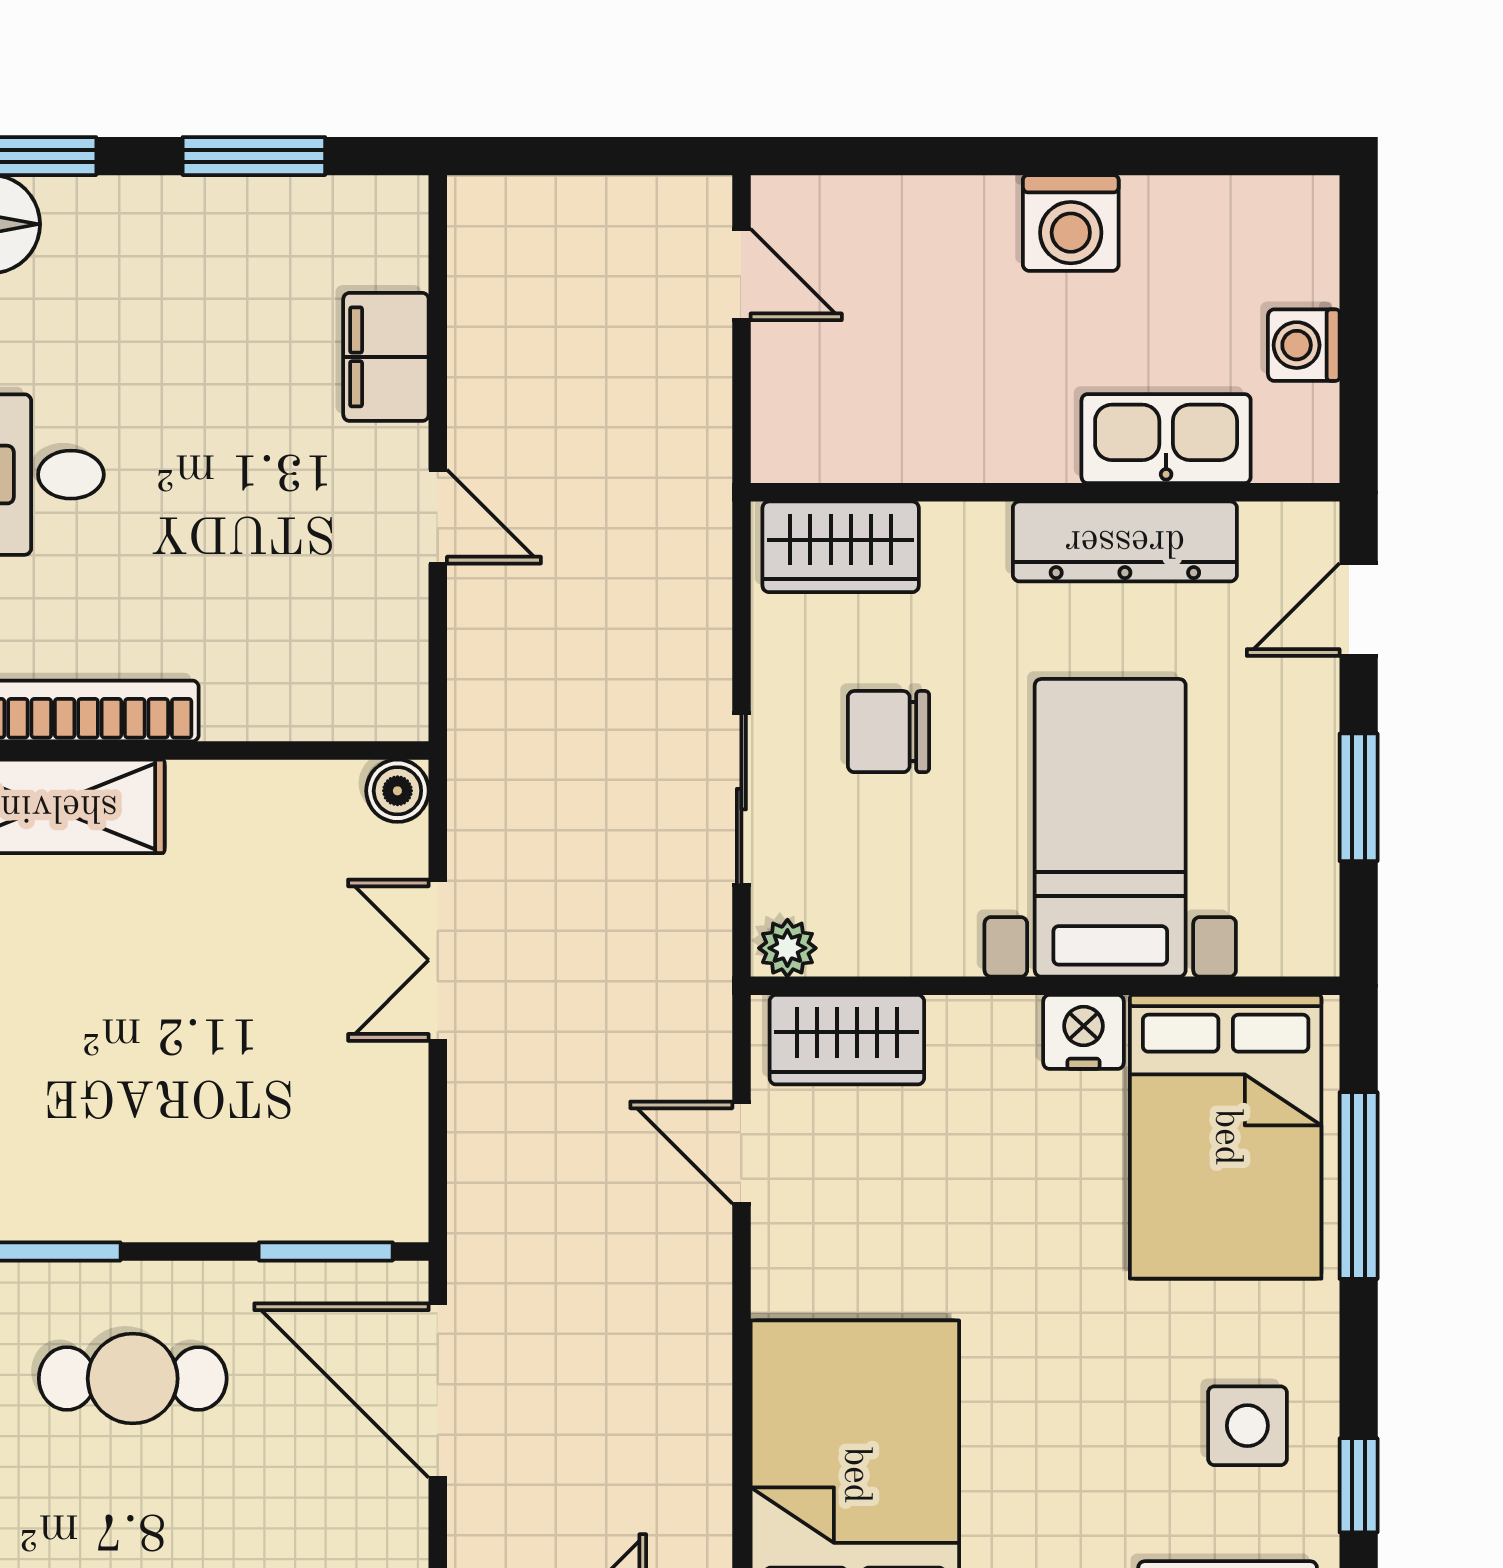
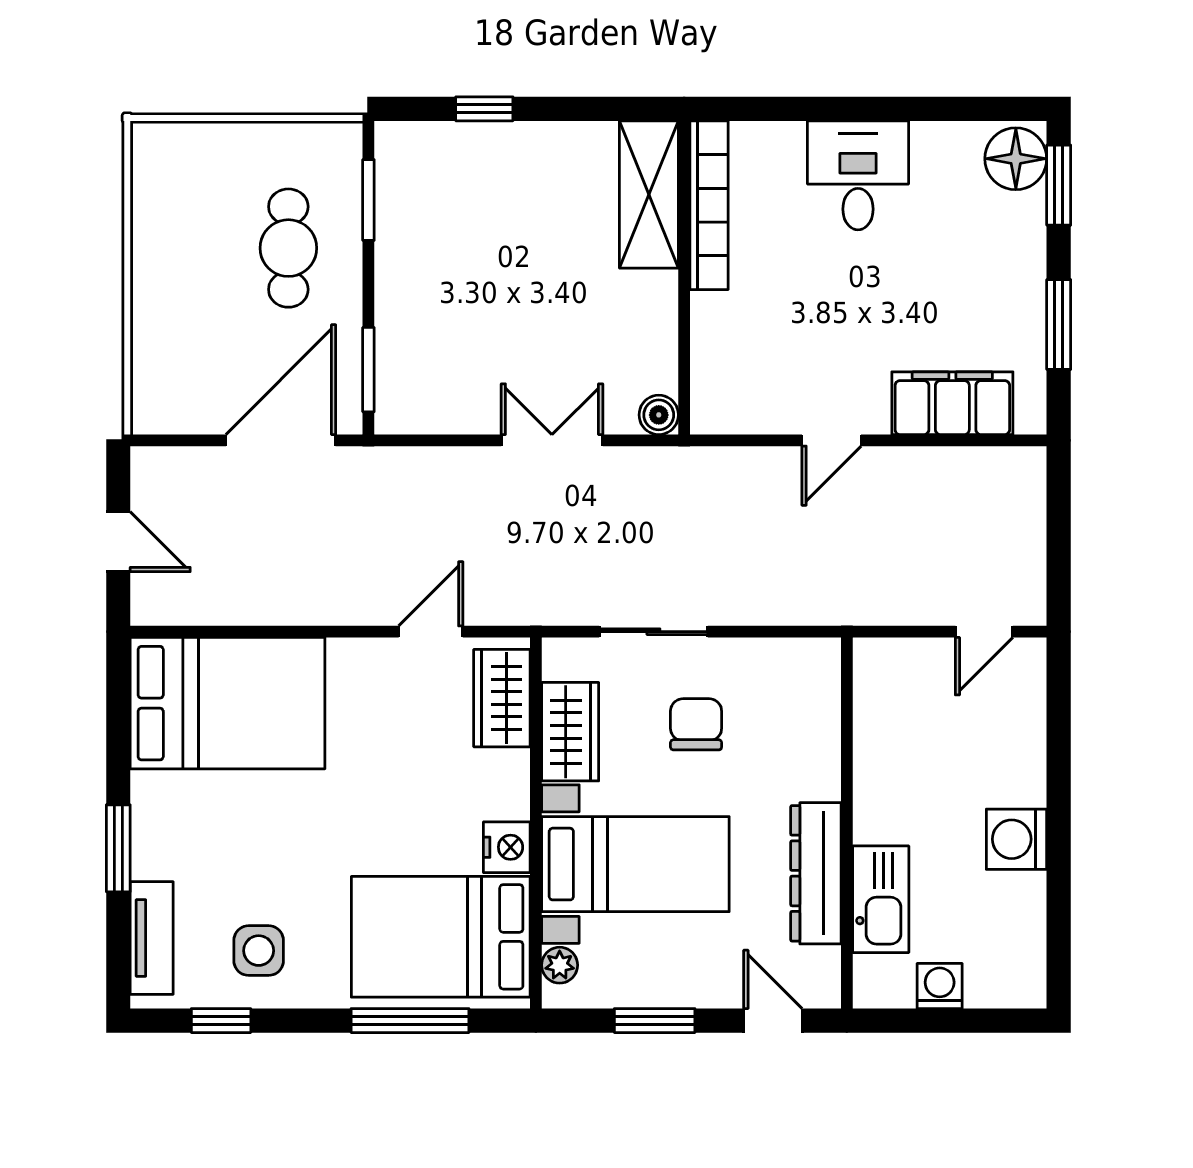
filing cabinet: (386, 357) -> (952, 403), width x1.50, depth x1.17
wardrobe: (841, 547) -> (570, 732), moved, turned 180
plant: (787, 948) -> (560, 965), moved

